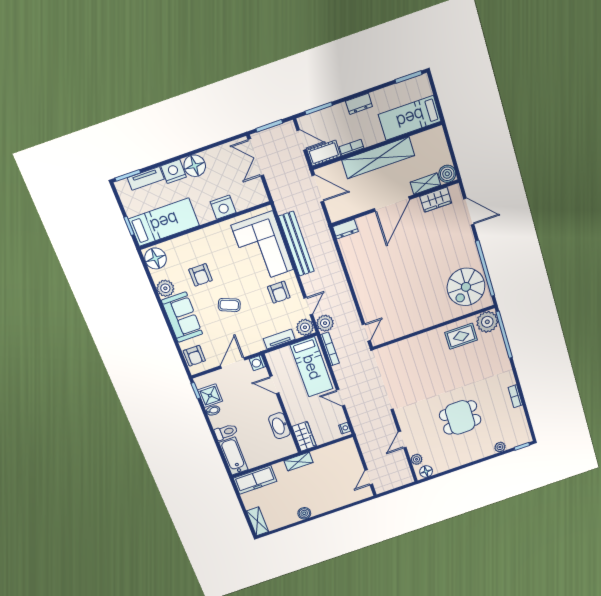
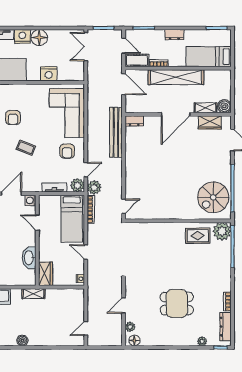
bench: (296, 244) -> (116, 132), moved
dresser: (521, 423) -> (225, 327), added

